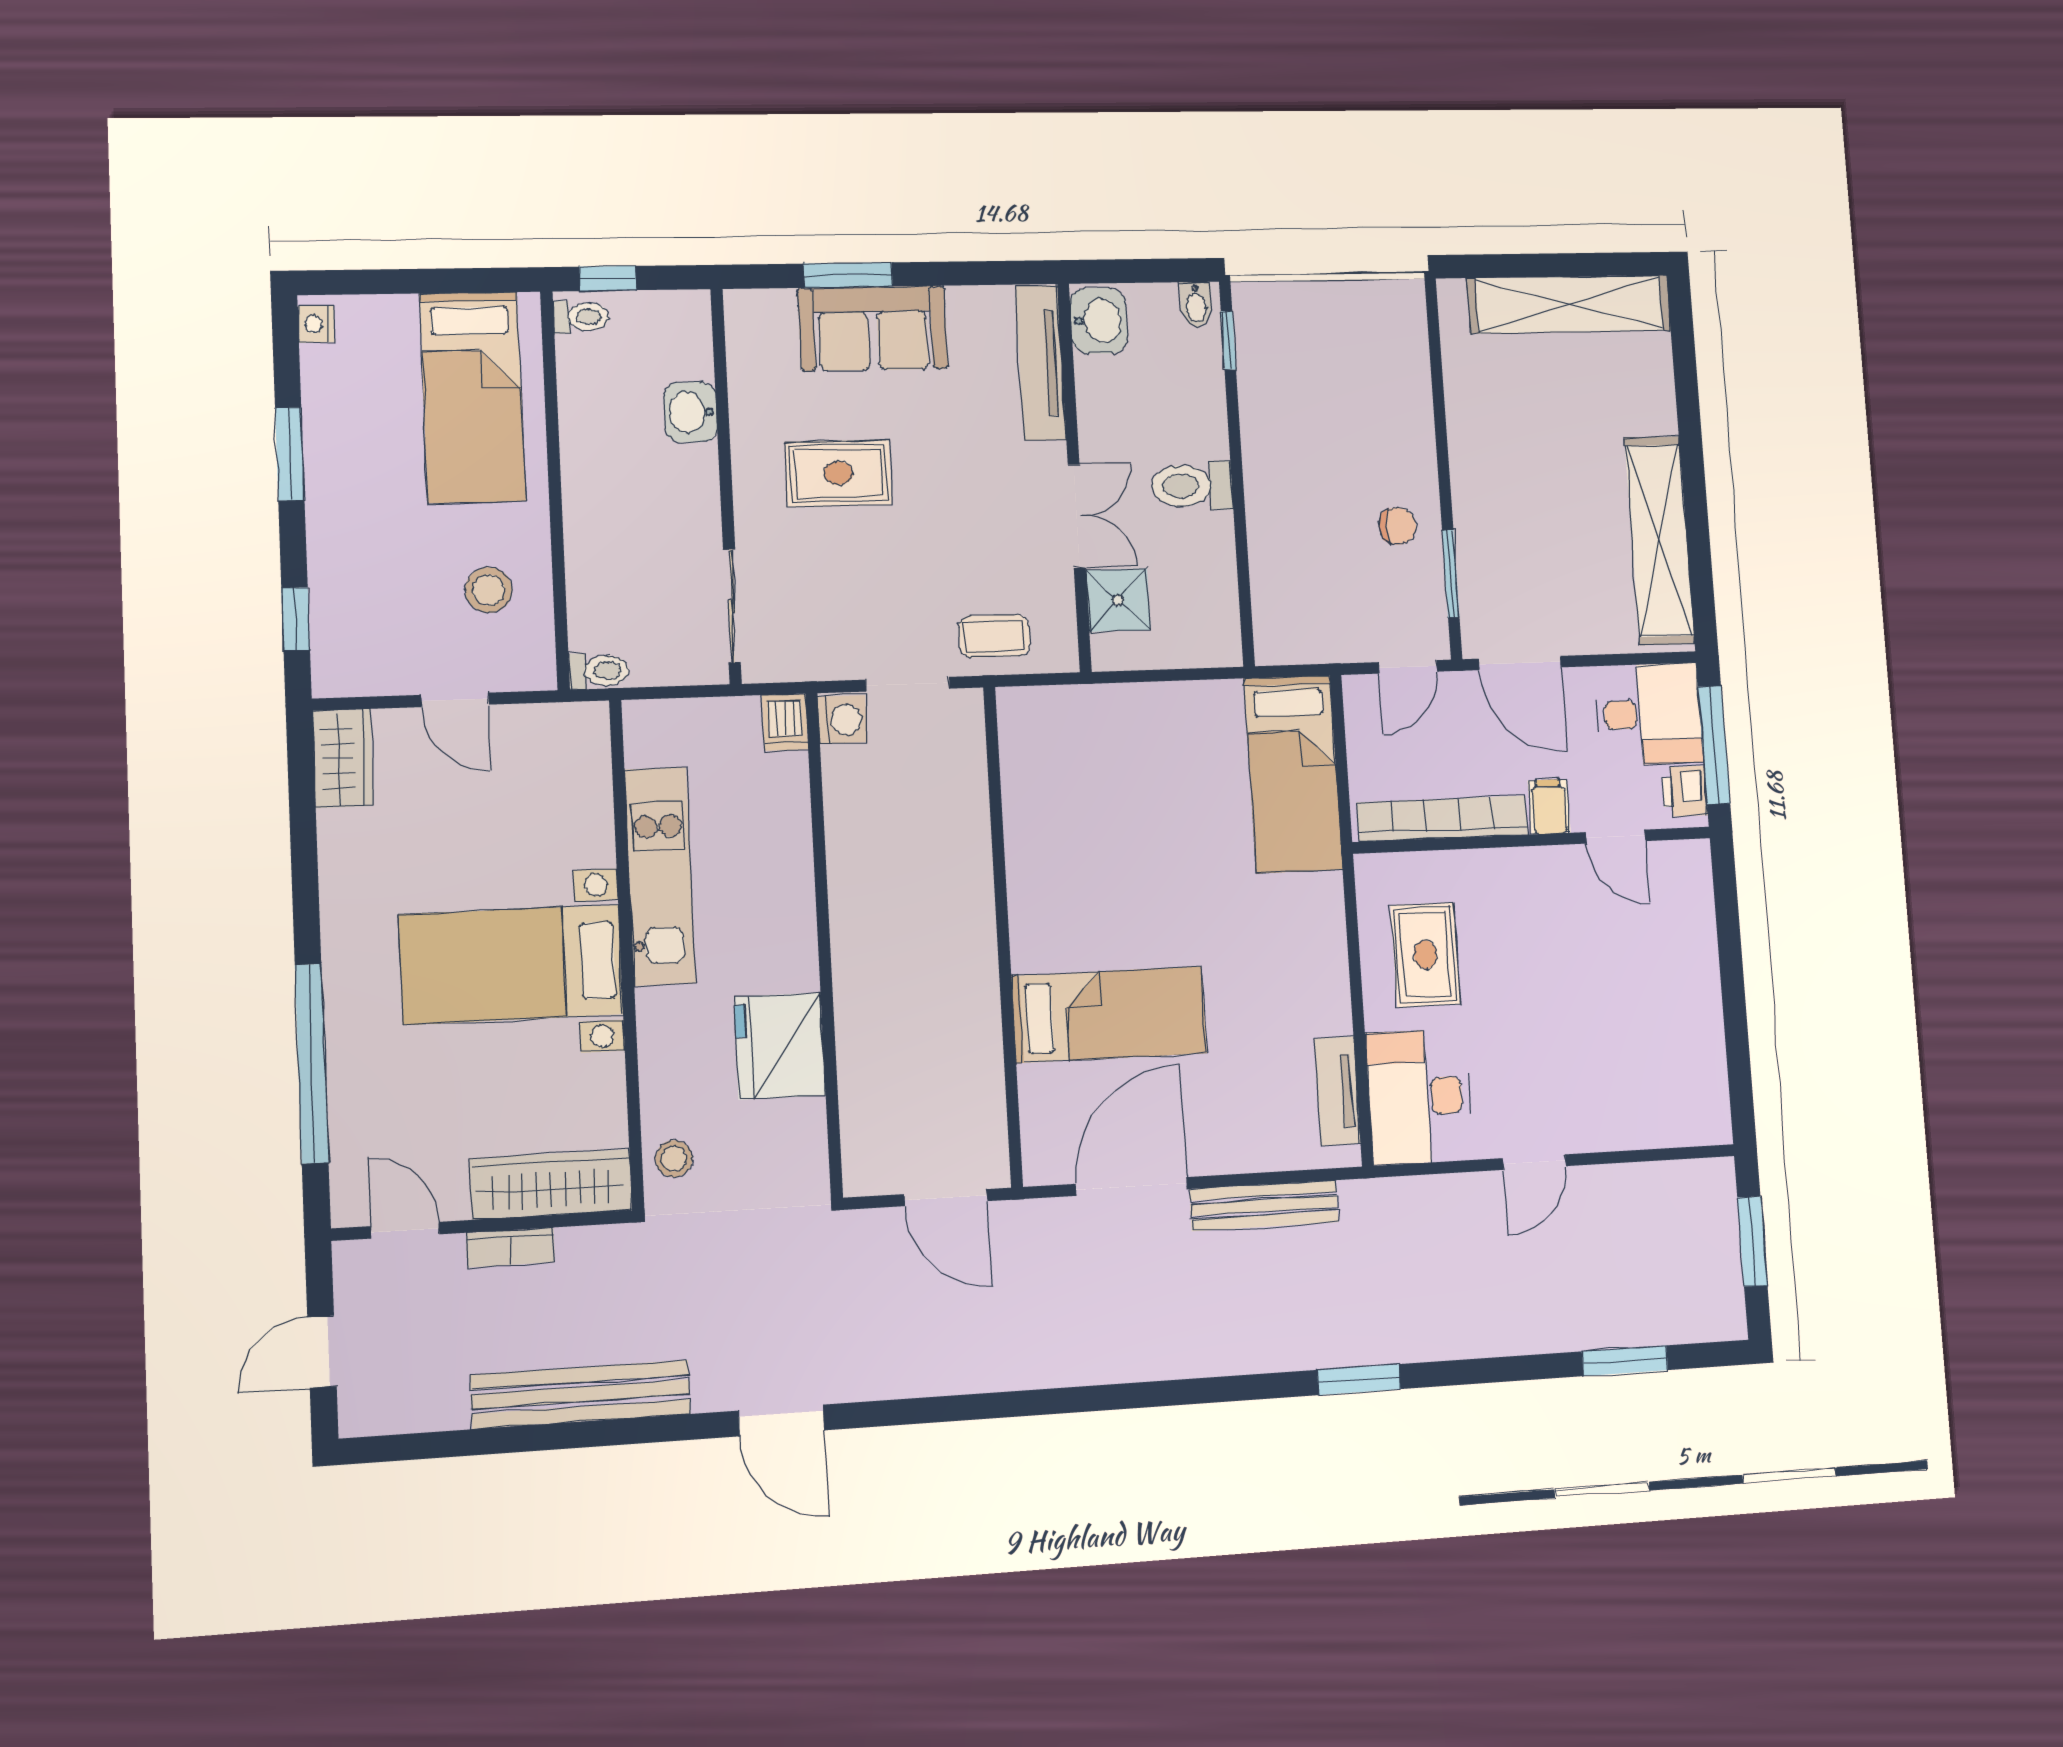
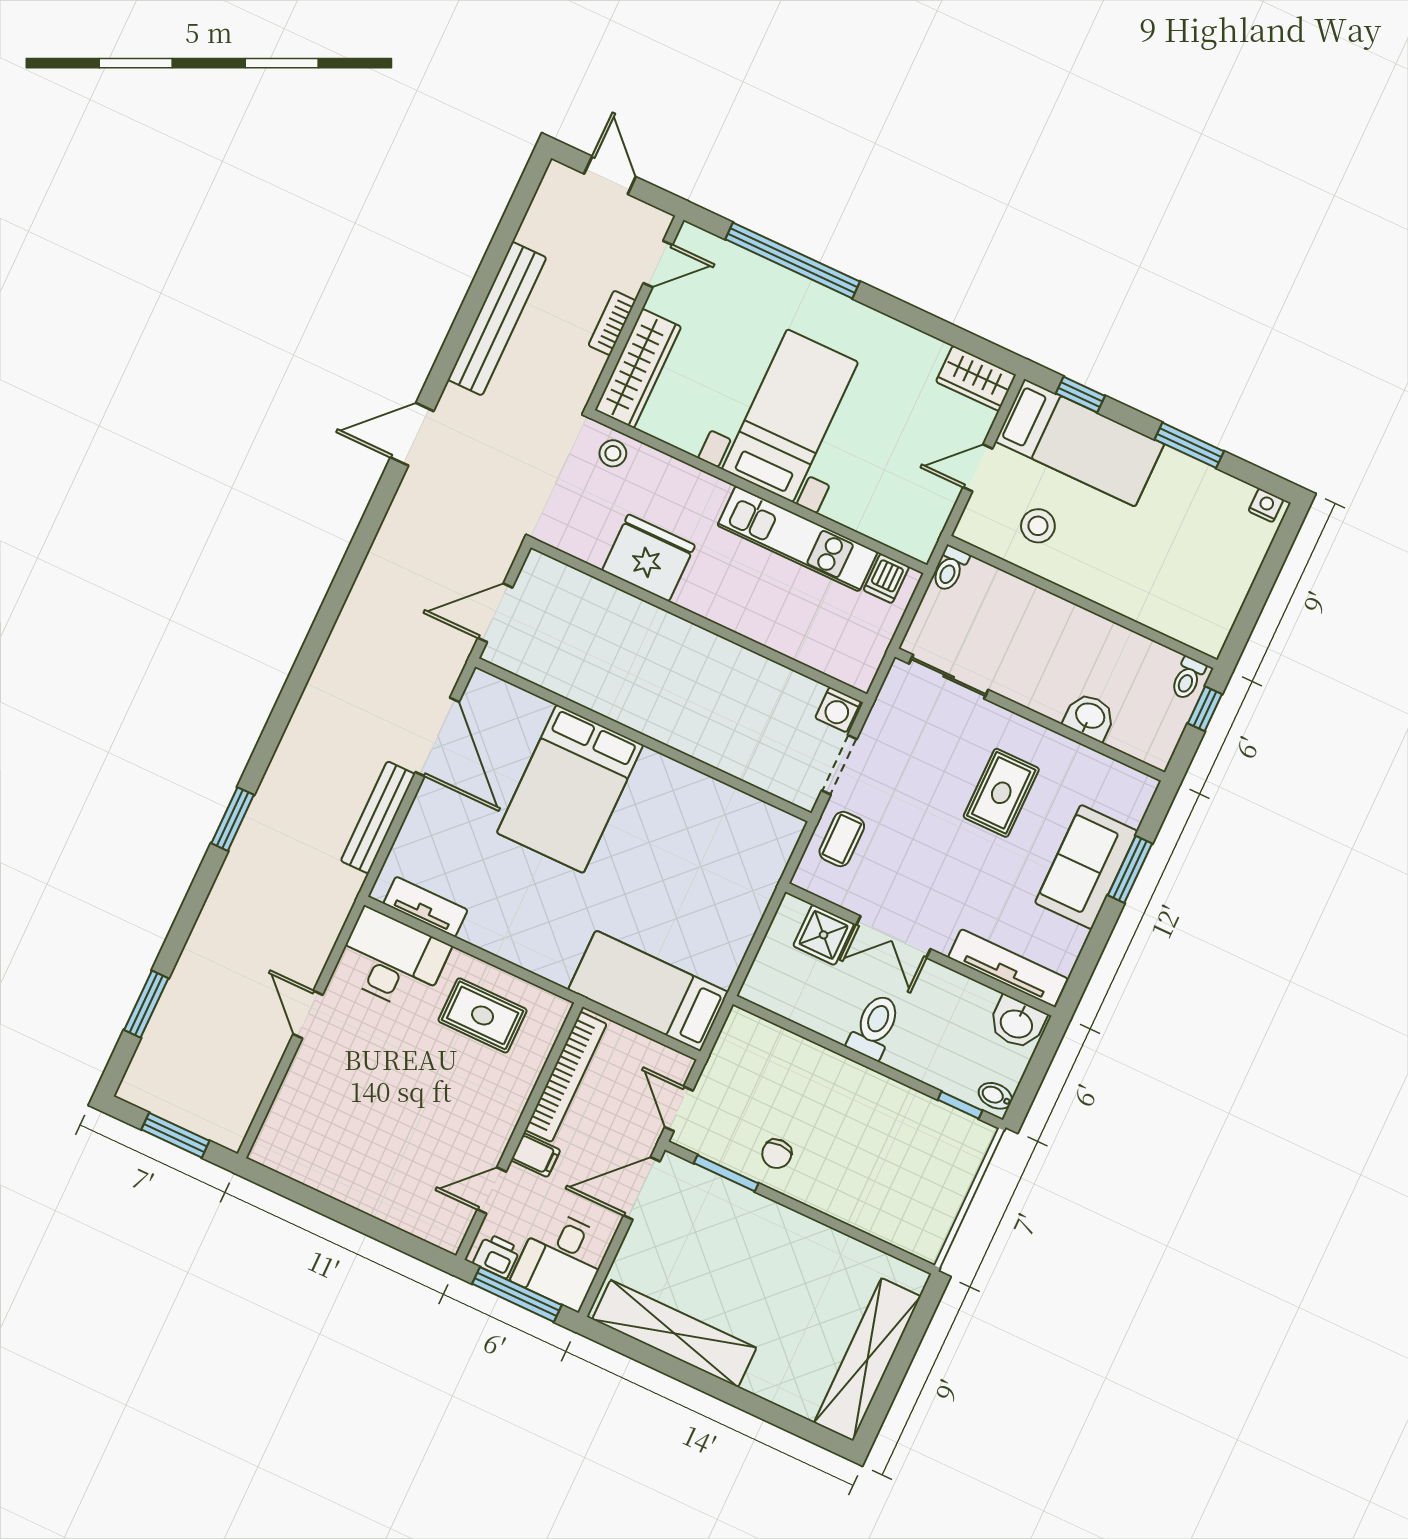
bed: (473, 397) -> (1080, 443), moved, turned 180
dishwasher: (785, 722) -> (886, 578), moved, turned -90
bed: (1109, 1015) -> (570, 789), width x1.50

